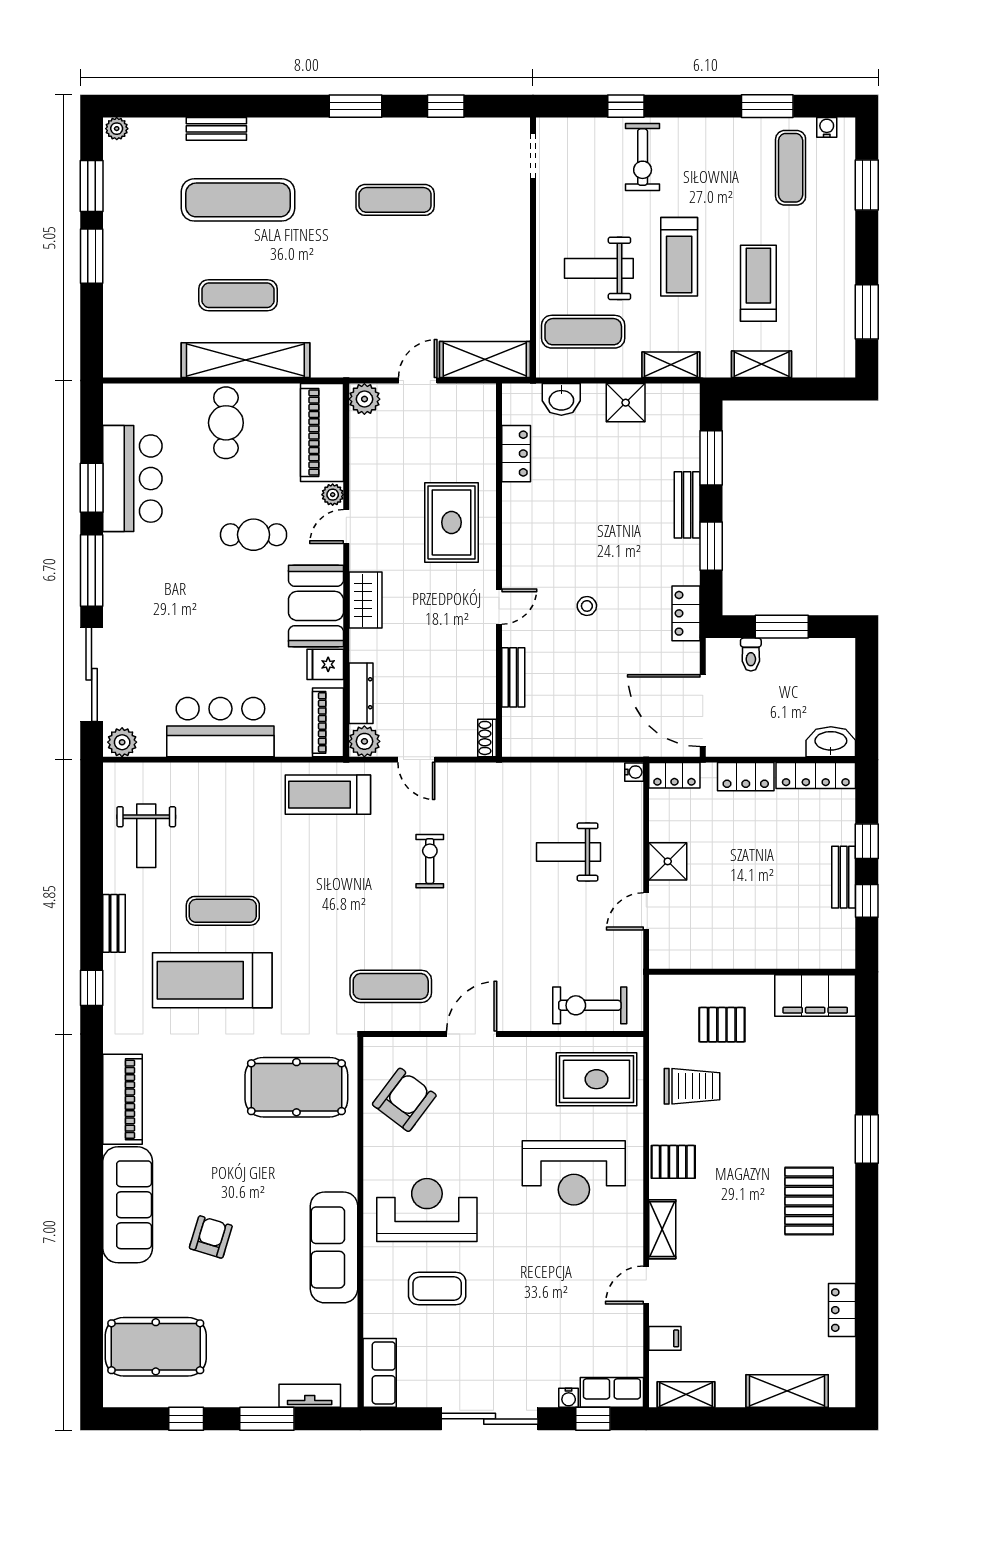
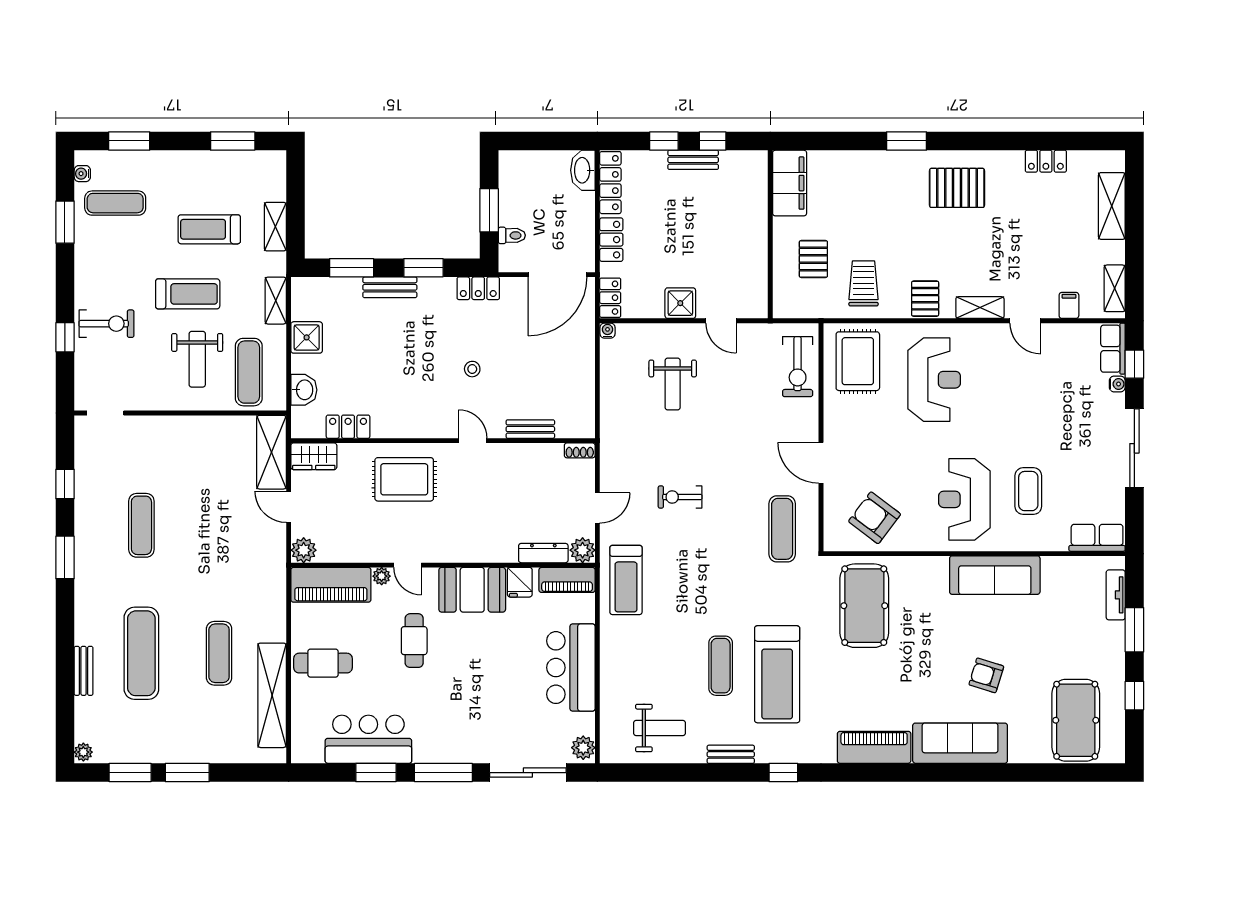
shelving: (245, 360) -> (272, 695), moved
wardrobe: (365, 600) -> (314, 456), moved, turned 180

